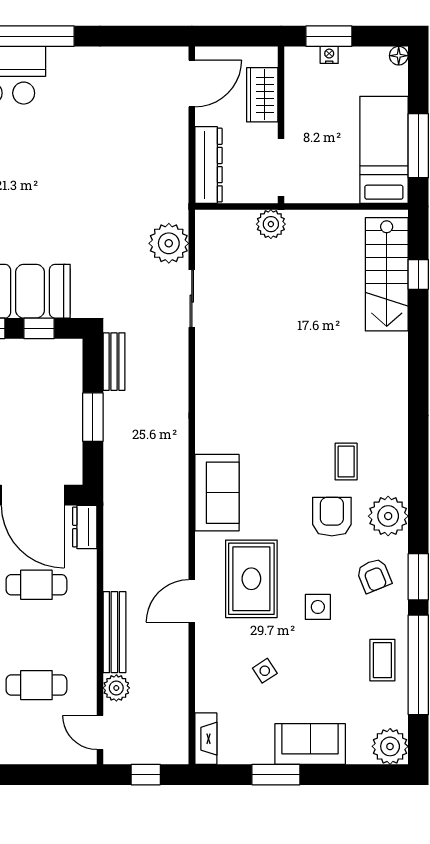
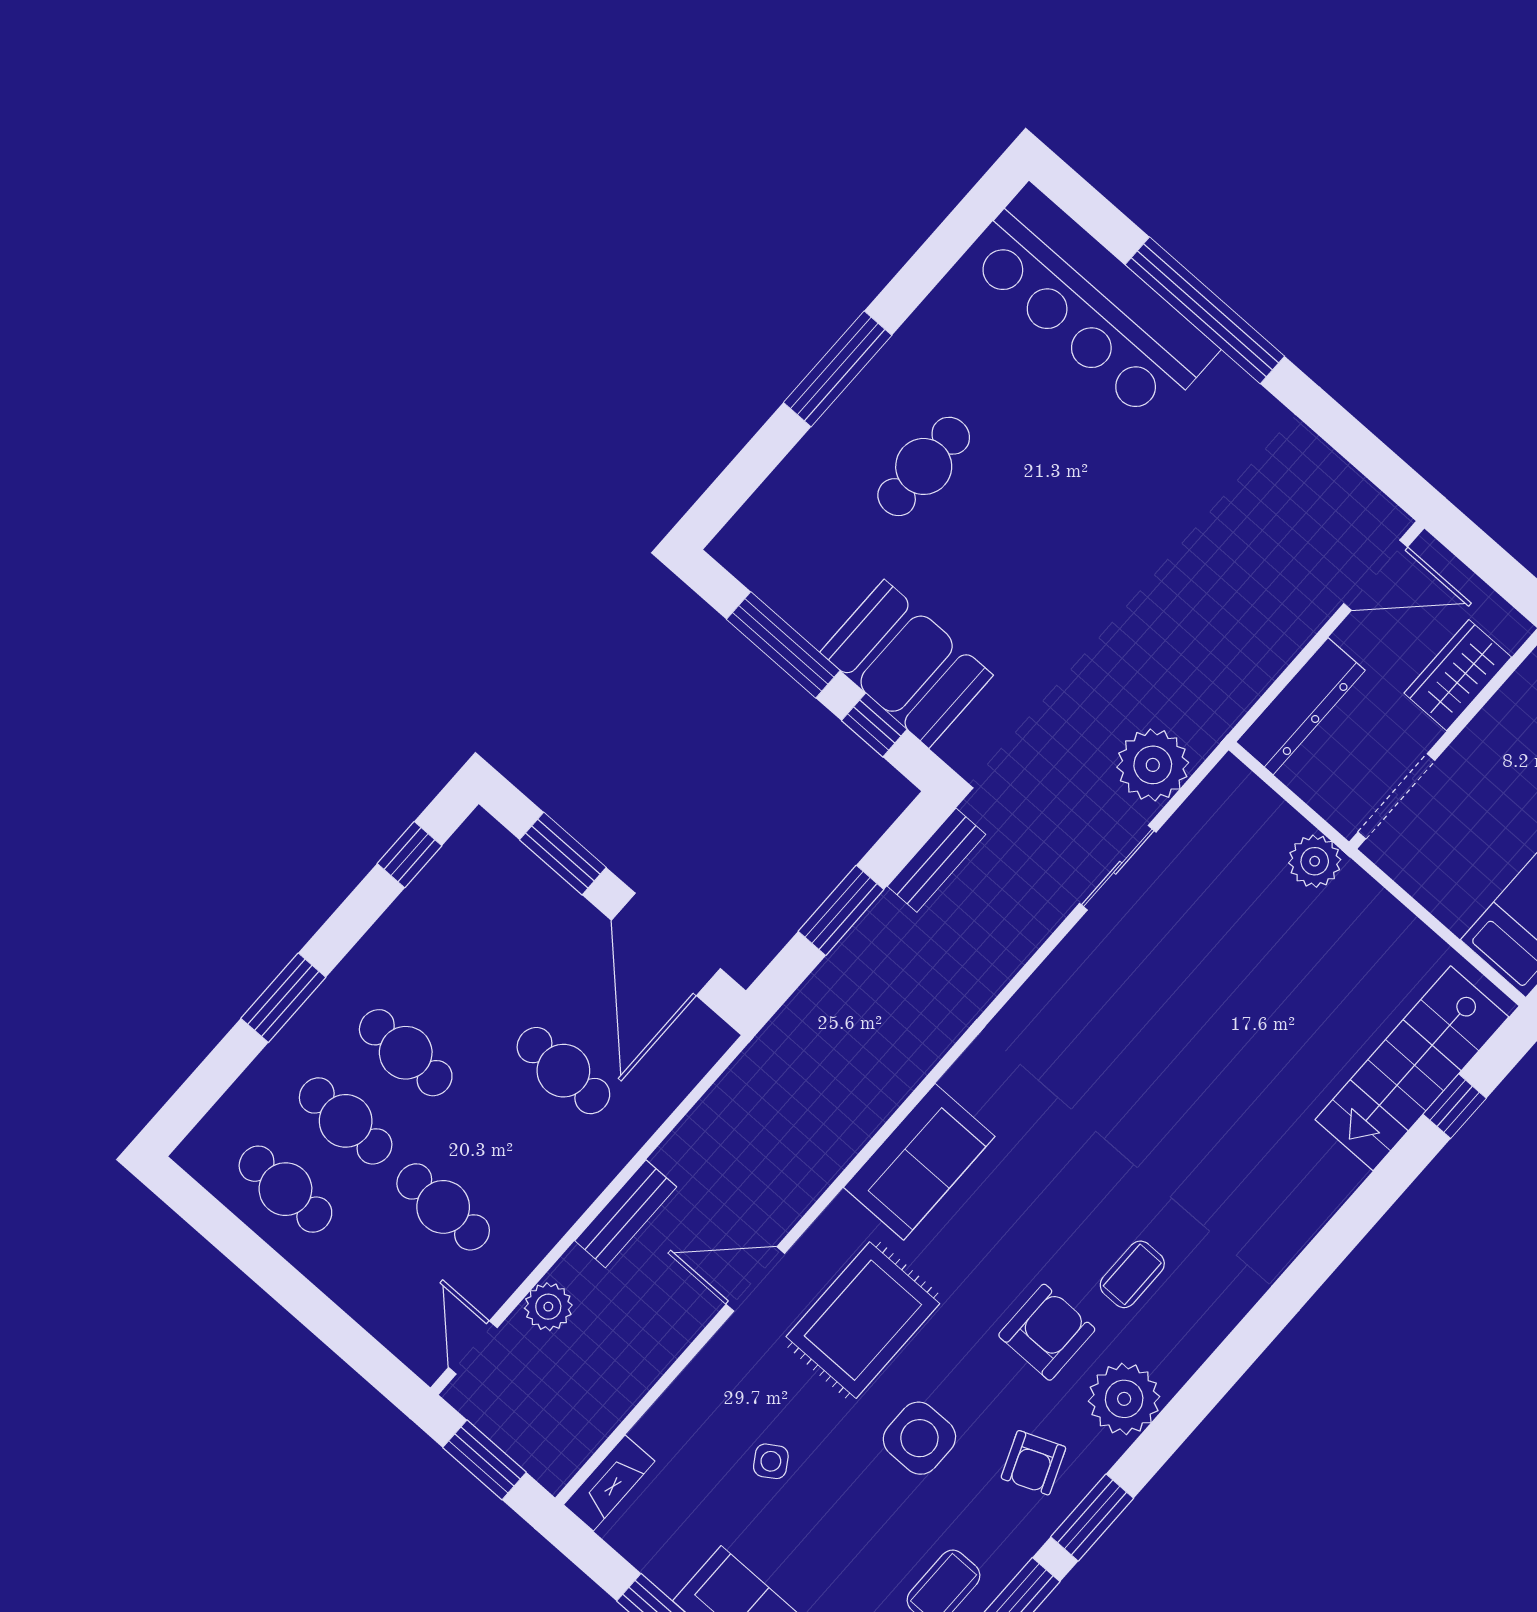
dresser: (85, 527) -> (698, 1050), removed
side table: (318, 607) -> (919, 1438), width x1.37, depth x1.37
bench: (114, 632) -> (626, 1214), width x0.73
window: (146, 775) -> (485, 1460), width x1.50

